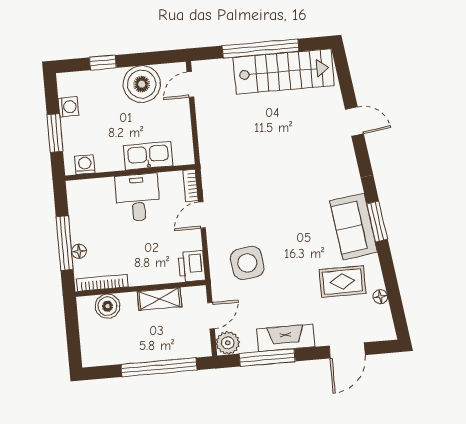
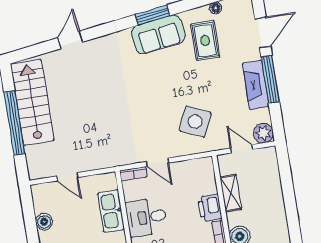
boiler: (142, 84) -> (44, 222), width x0.54, depth x0.54
door: (190, 84) -> (67, 177), moved
side table: (247, 263) -> (195, 122), turned 31
printer: (192, 266) -> (210, 208), moved, turned 90
door: (347, 350) -> (263, 33), hinge flipped
window: (267, 358) -> (270, 79), moved
window: (159, 367) -> (288, 189), removed

